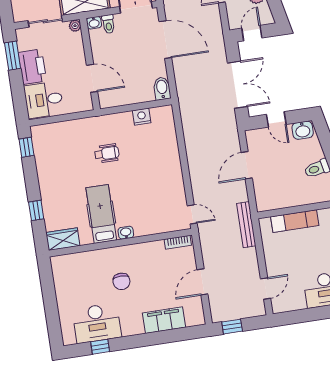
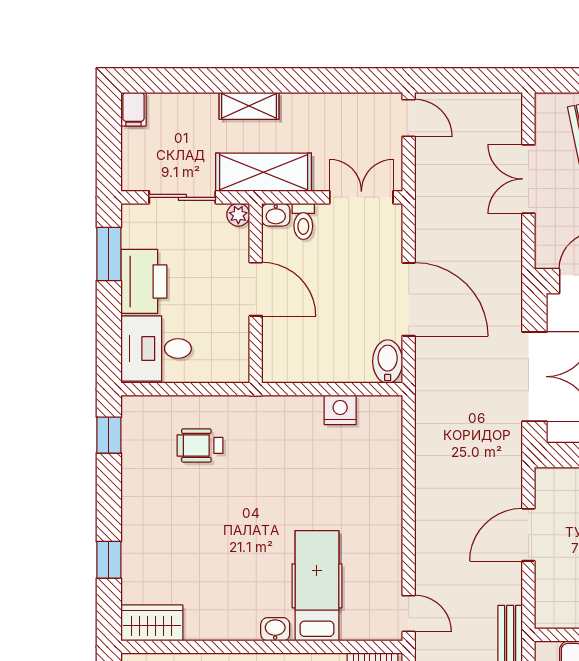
door: (165, 40) -> (409, 299), moved
door: (92, 78) -> (256, 289), moved
wheelchair: (107, 153) -> (200, 445), moved, turned 180
hospital bed: (101, 214) -> (317, 586), moved

